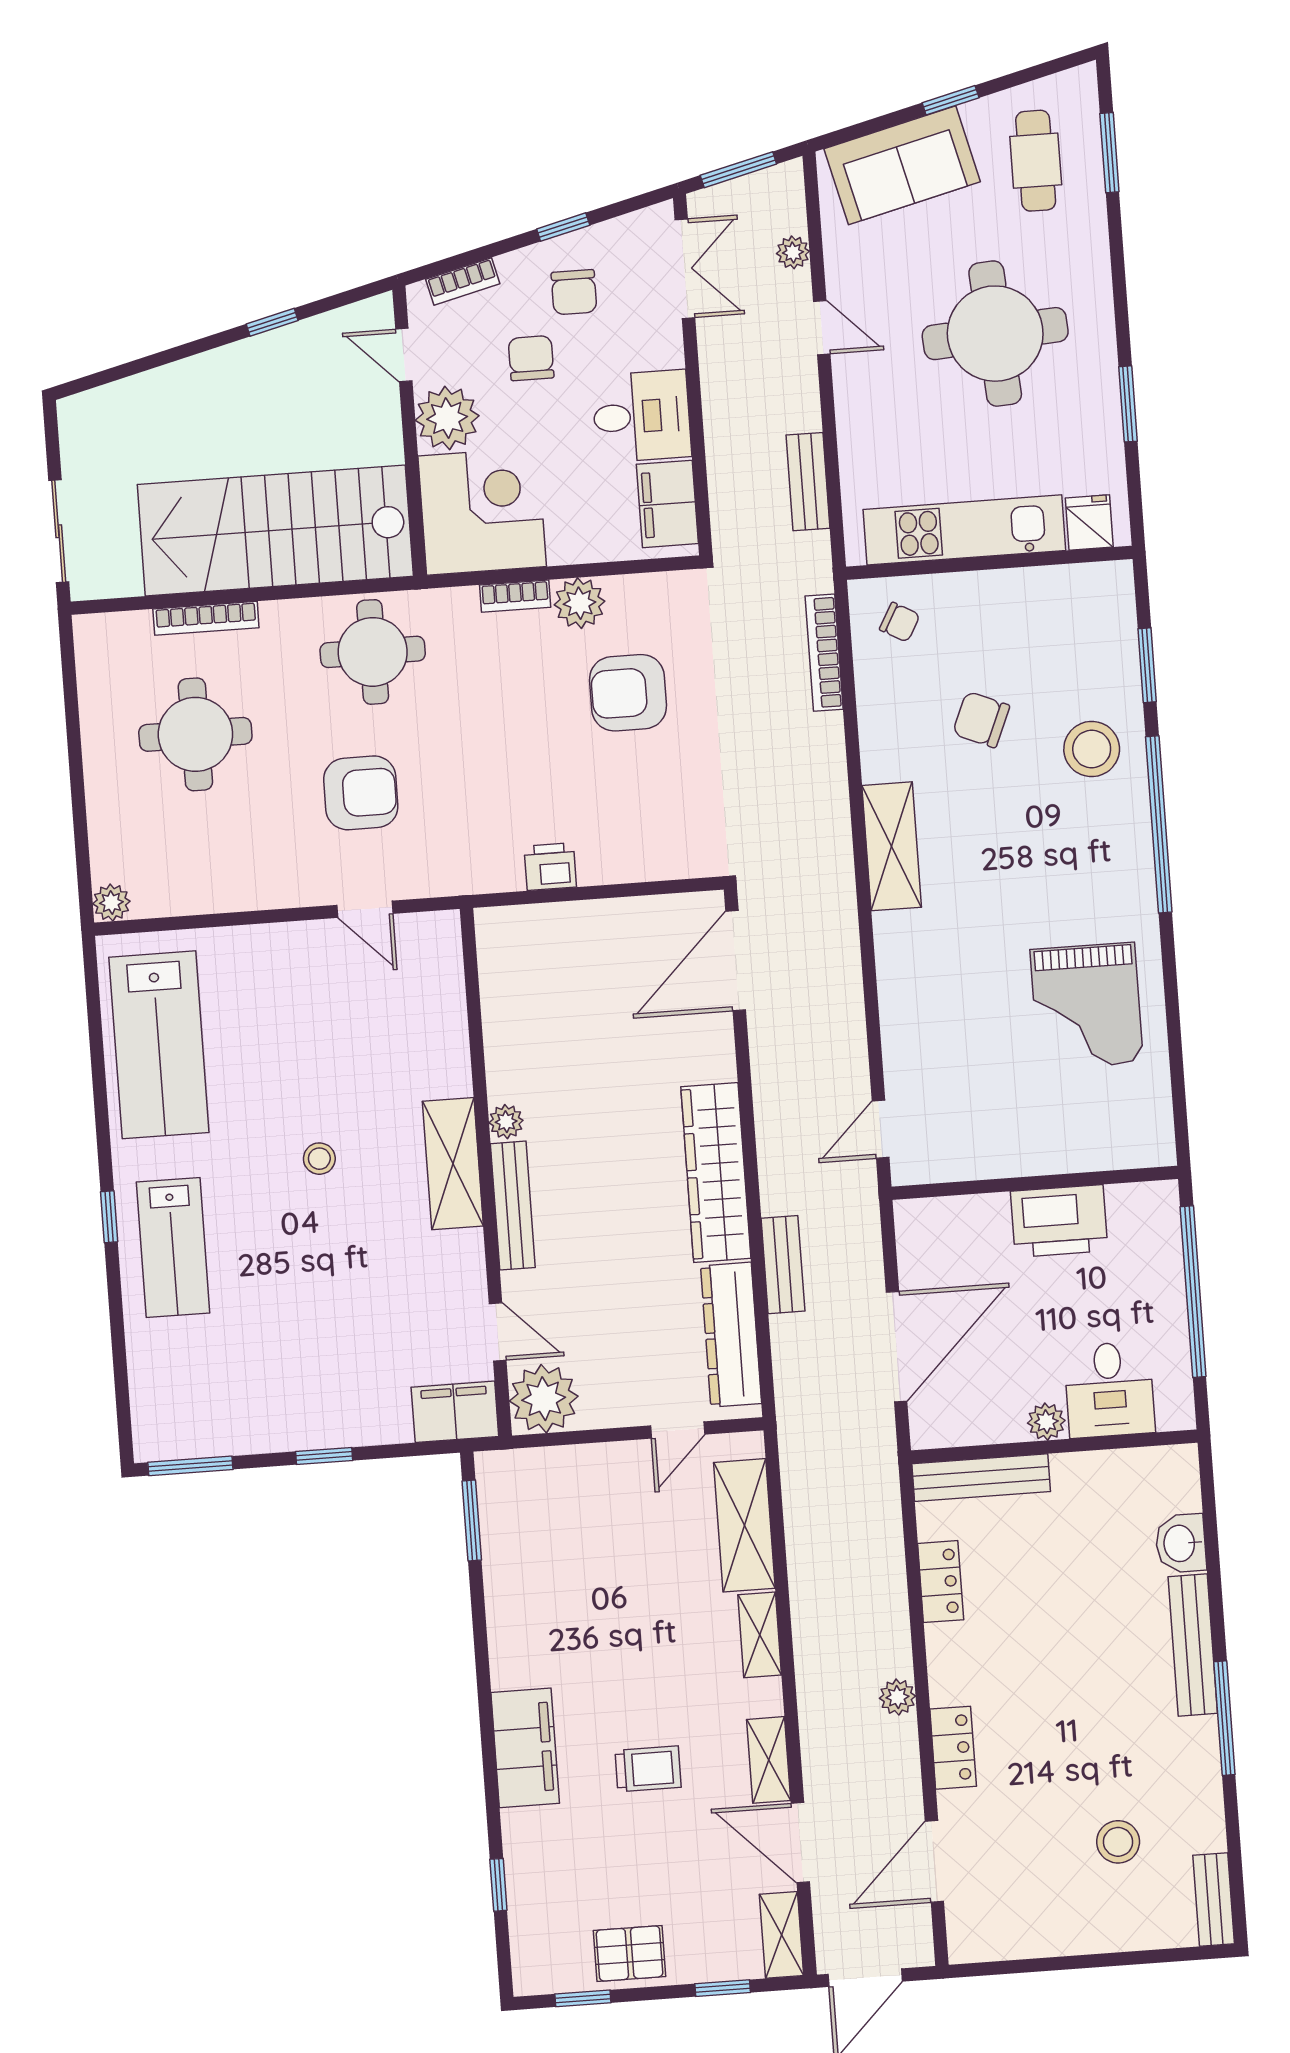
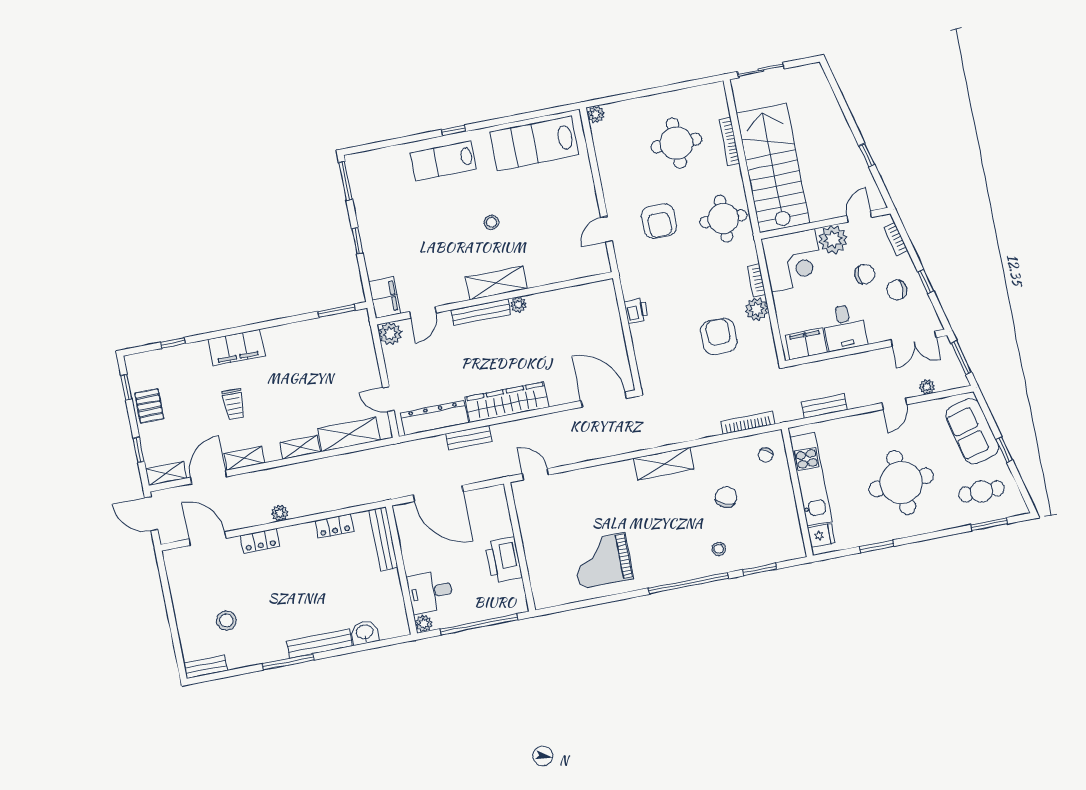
stool: (1092, 749) -> (719, 549), width x0.53, depth x0.53
plant: (544, 1399) -> (390, 333), width x0.73, depth x0.73
plant: (1046, 1422) -> (424, 623), moved

